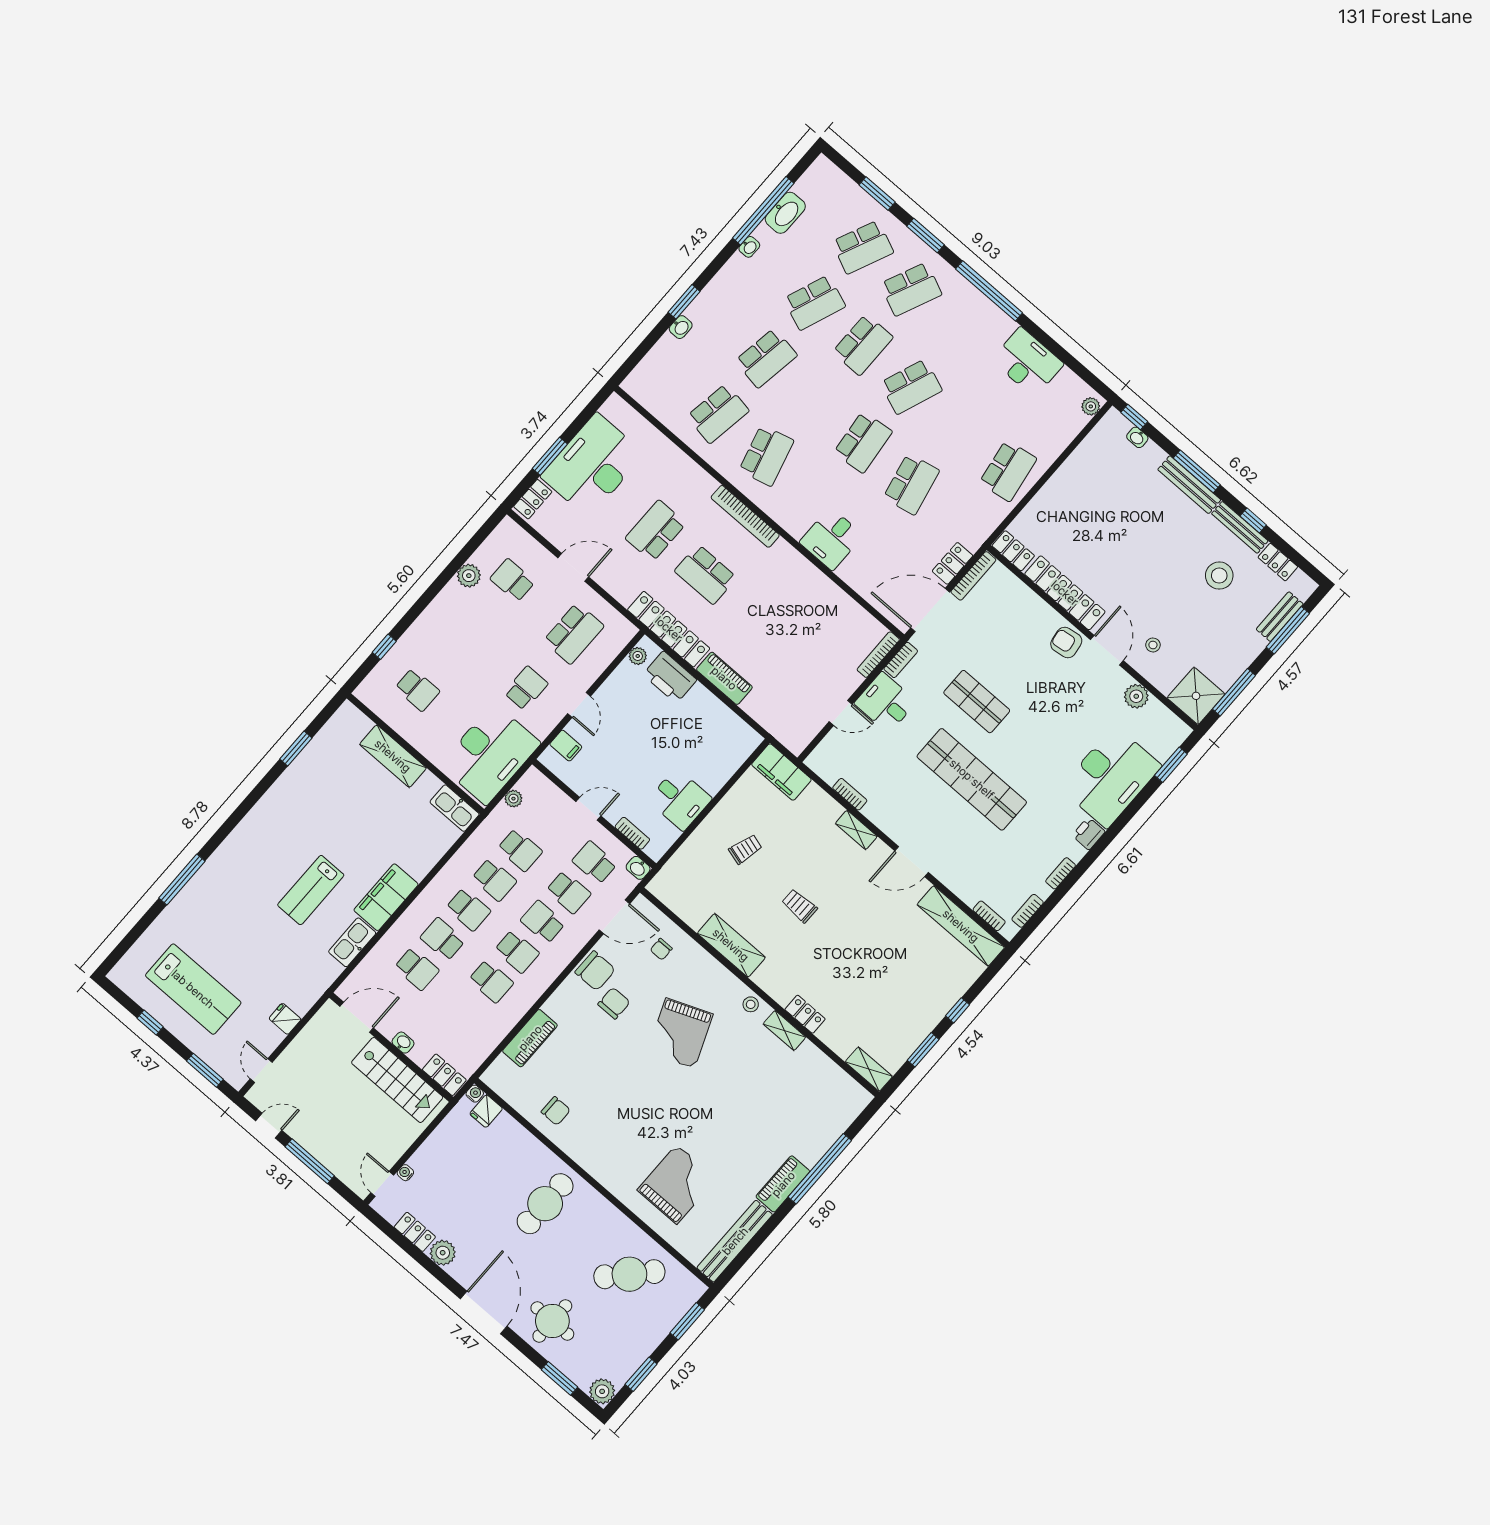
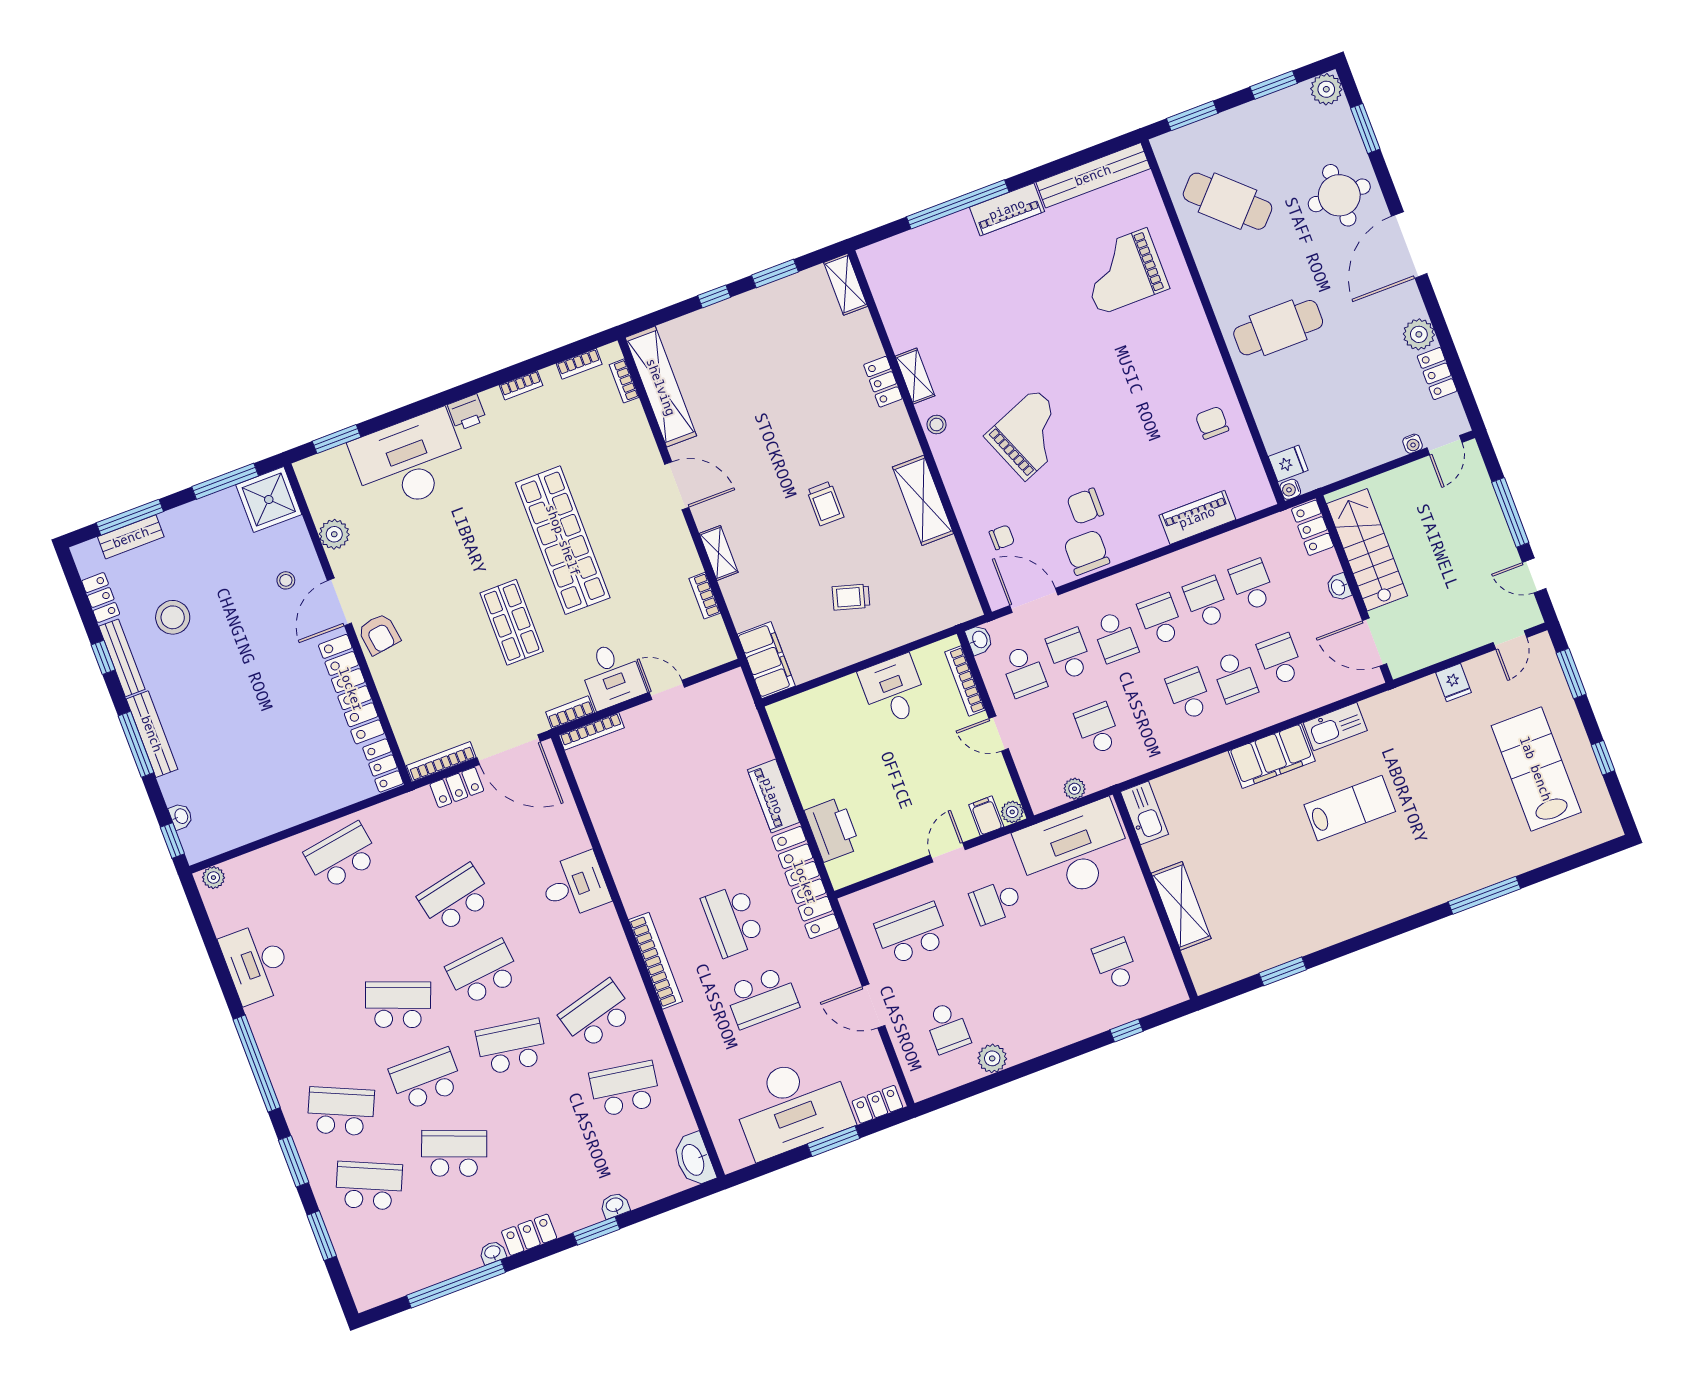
washbasin: (785, 213) -> (694, 1160), moved, turned -90
locker: (730, 273) -> (529, 1235), added
school desk: (766, 358) -> (511, 1047), moved
school desk: (706, 574) -> (733, 921), turned 180
plant: (638, 656) -> (1012, 812), moved
bookcase: (632, 833) -> (965, 681), width x1.56
school desk: (494, 880) -> (1252, 585), moved

